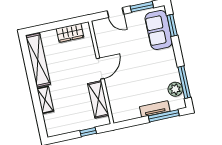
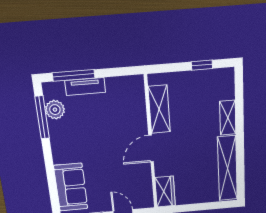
window: (172, 25) -> (53, 191), removed
wardrobe: (70, 33) -> (165, 192), moved, turned 90
window: (88, 132) -> (202, 65), moved

